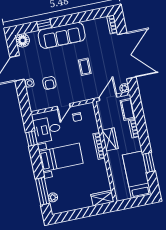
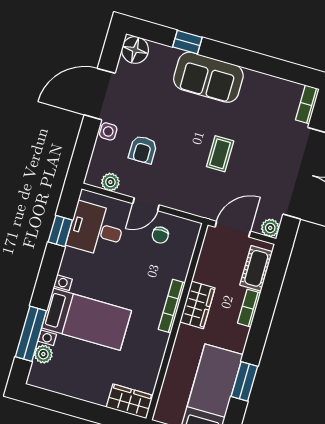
sofa: (62, 35) -> (208, 77), width x0.73
plant: (42, 105) -> (110, 182), added
bed with nightstands: (61, 157) -> (86, 319), moved

